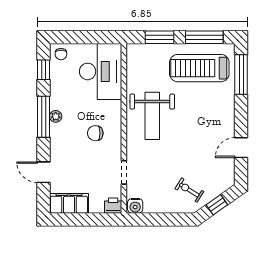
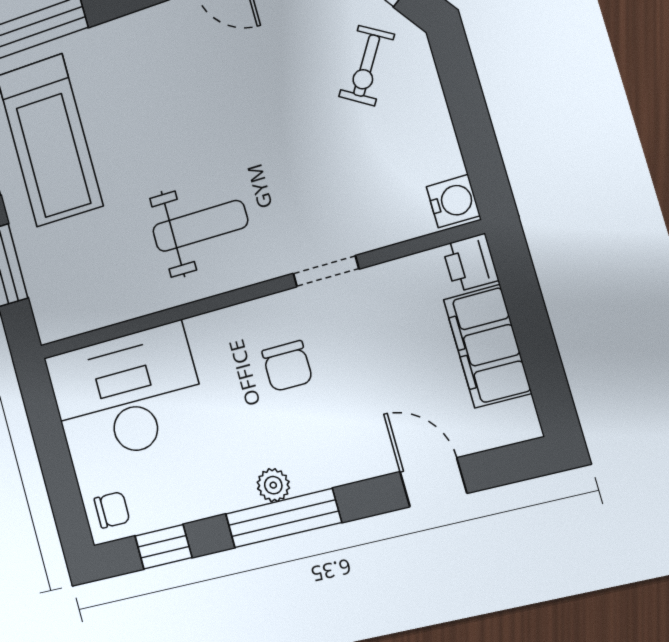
weight bench: (152, 116) -> (200, 226), width x0.73, depth x0.75
door: (44, 172) -> (433, 482), swing flipped
doorway: (124, 172) -> (326, 271), moved
filing cabinet: (69, 203) -> (488, 346), moved

